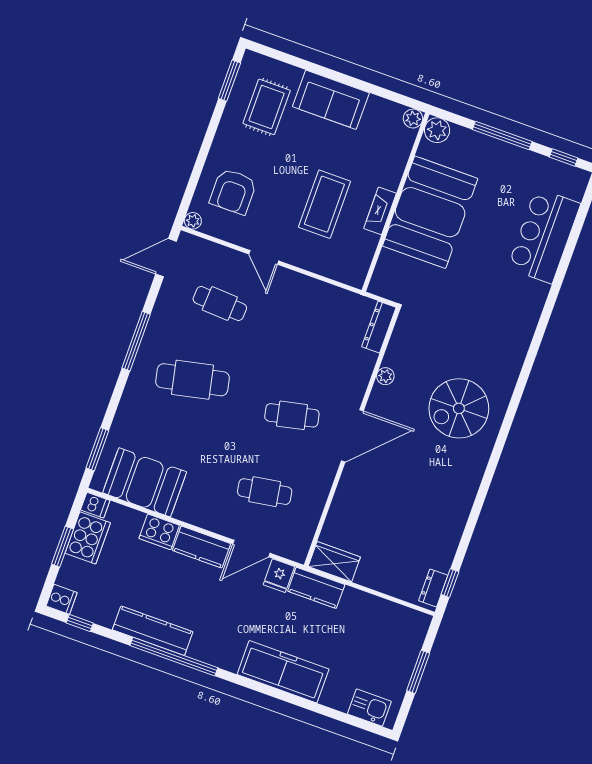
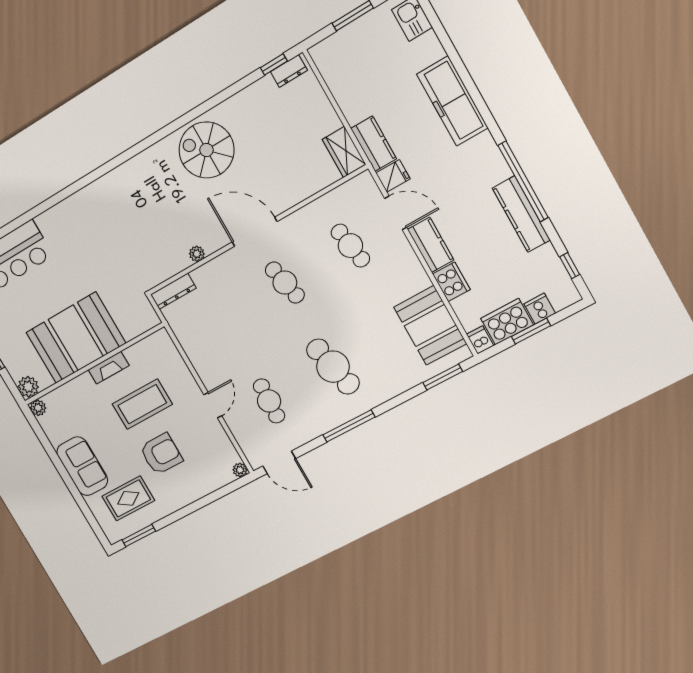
armchair: (233, 191) -> (161, 454), moved
spiral stairs: (459, 408) -> (206, 150), moved, turned 180
cooker: (62, 599) -> (540, 309), moved

